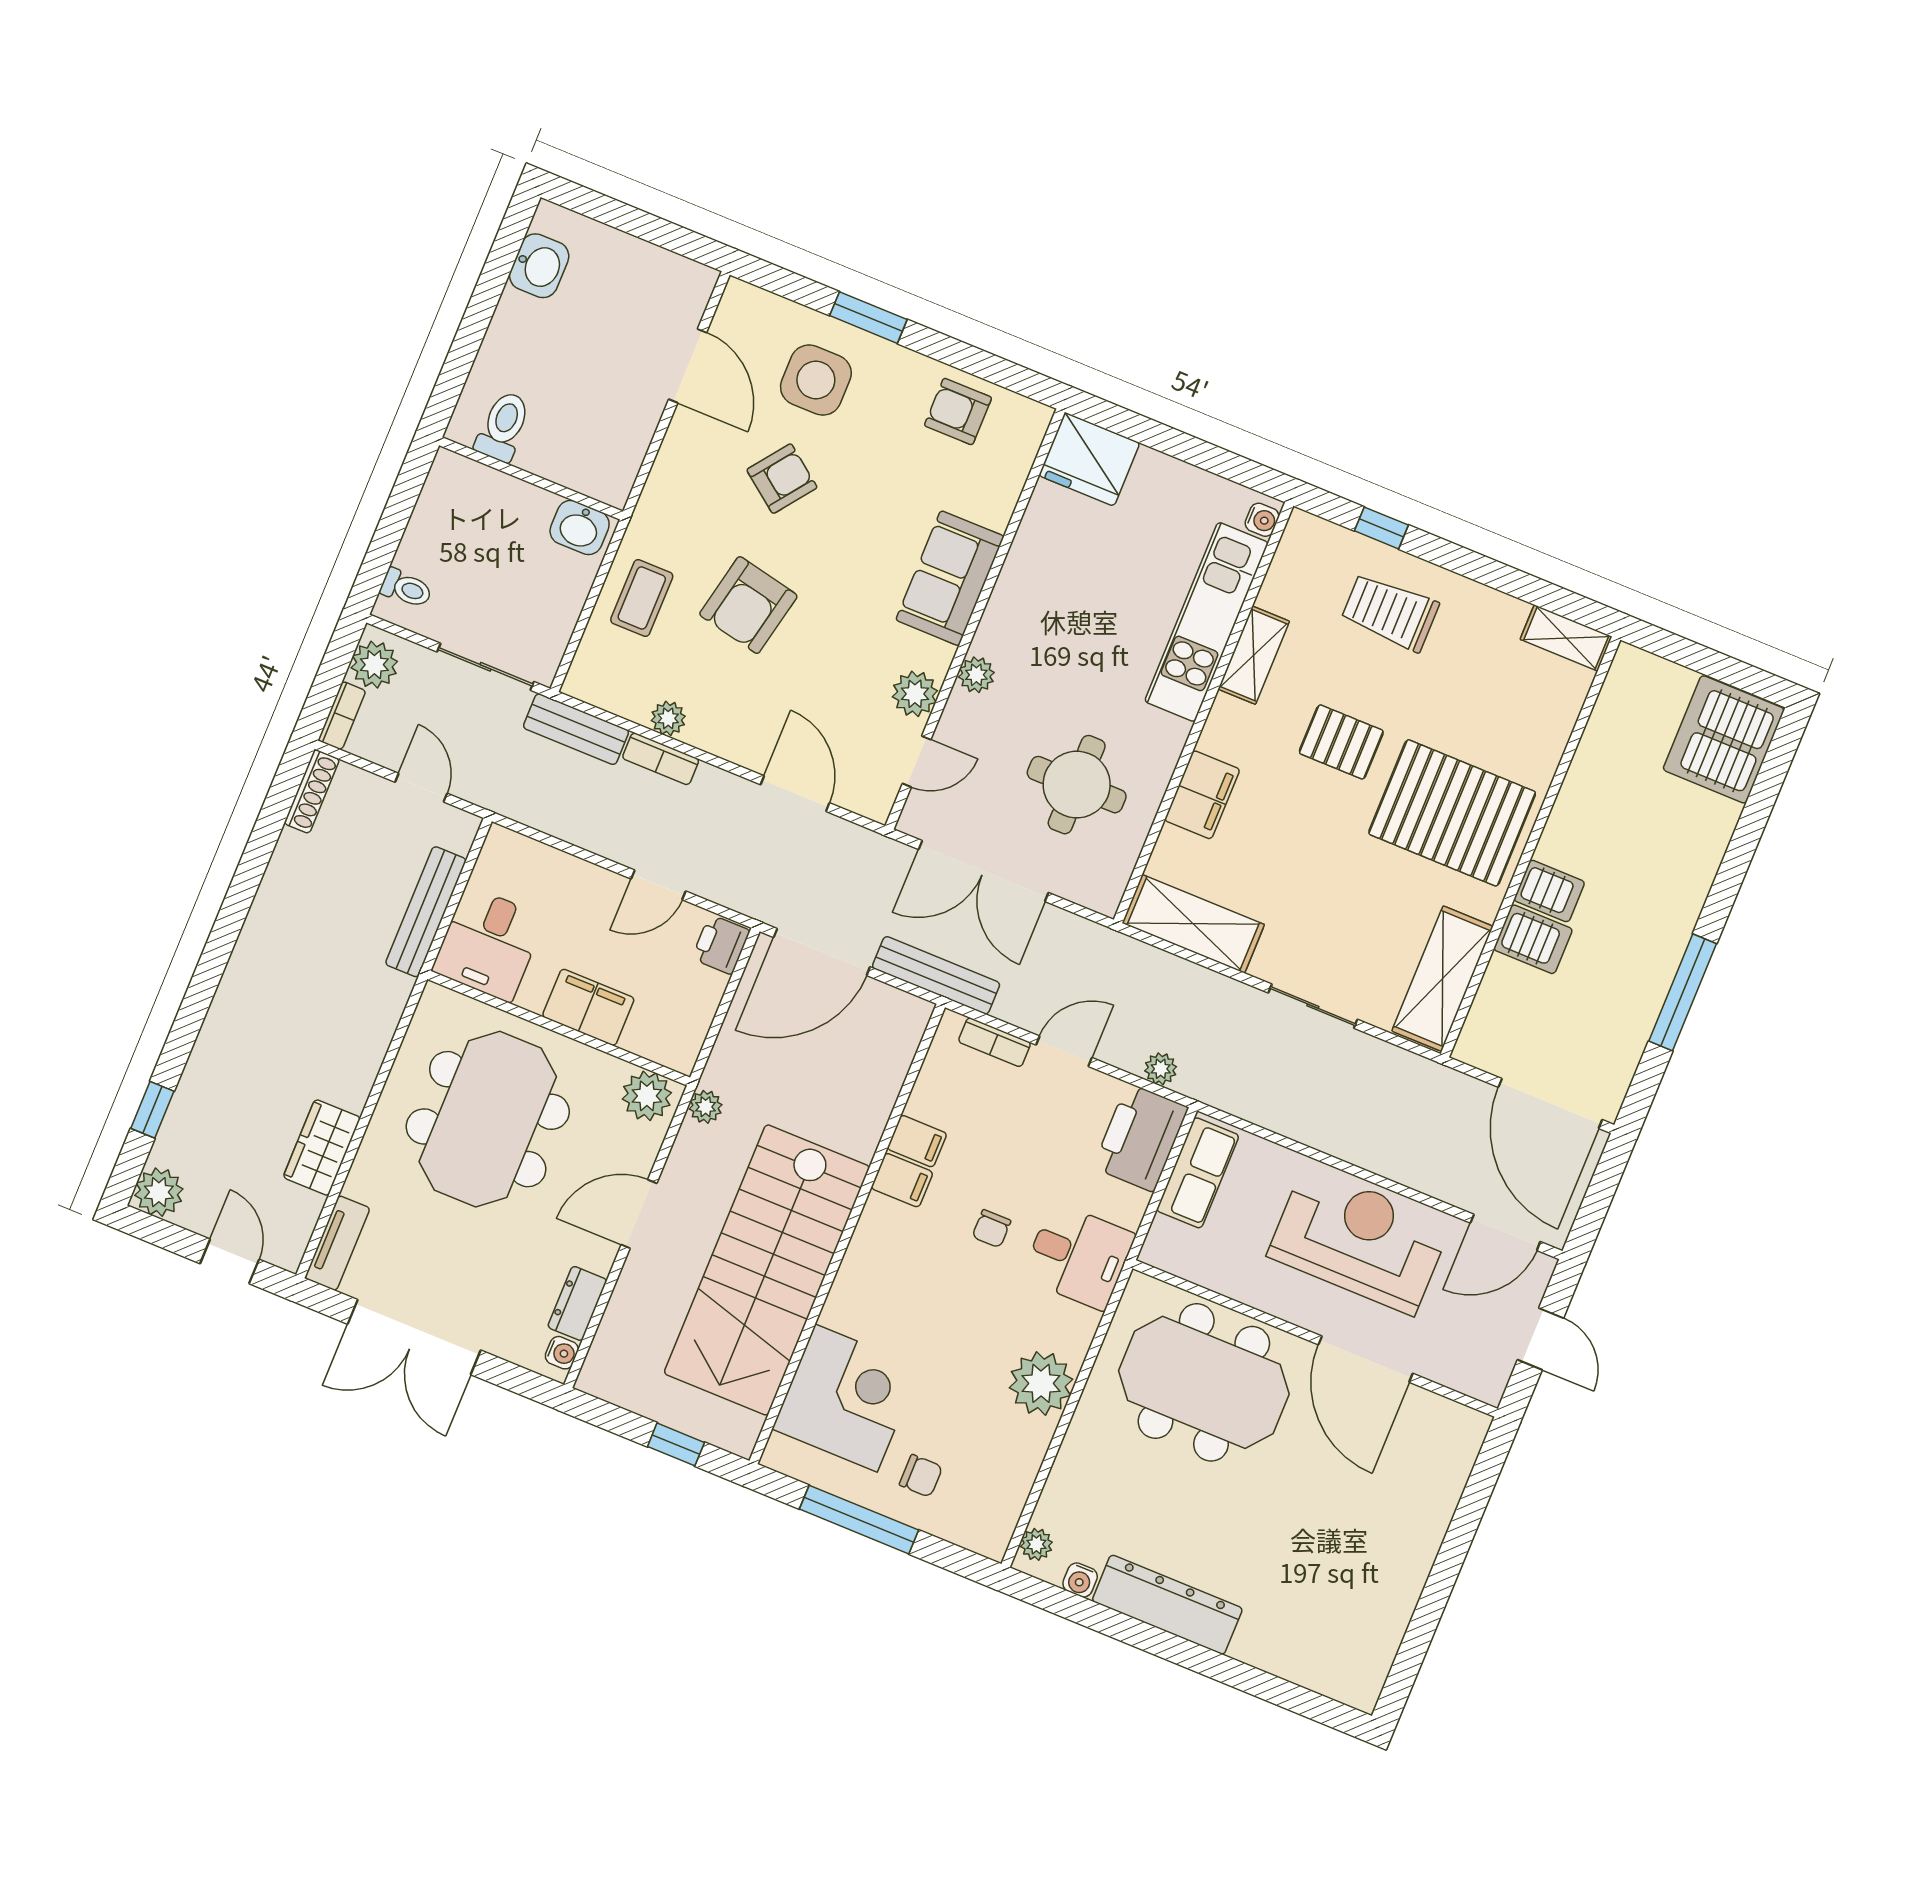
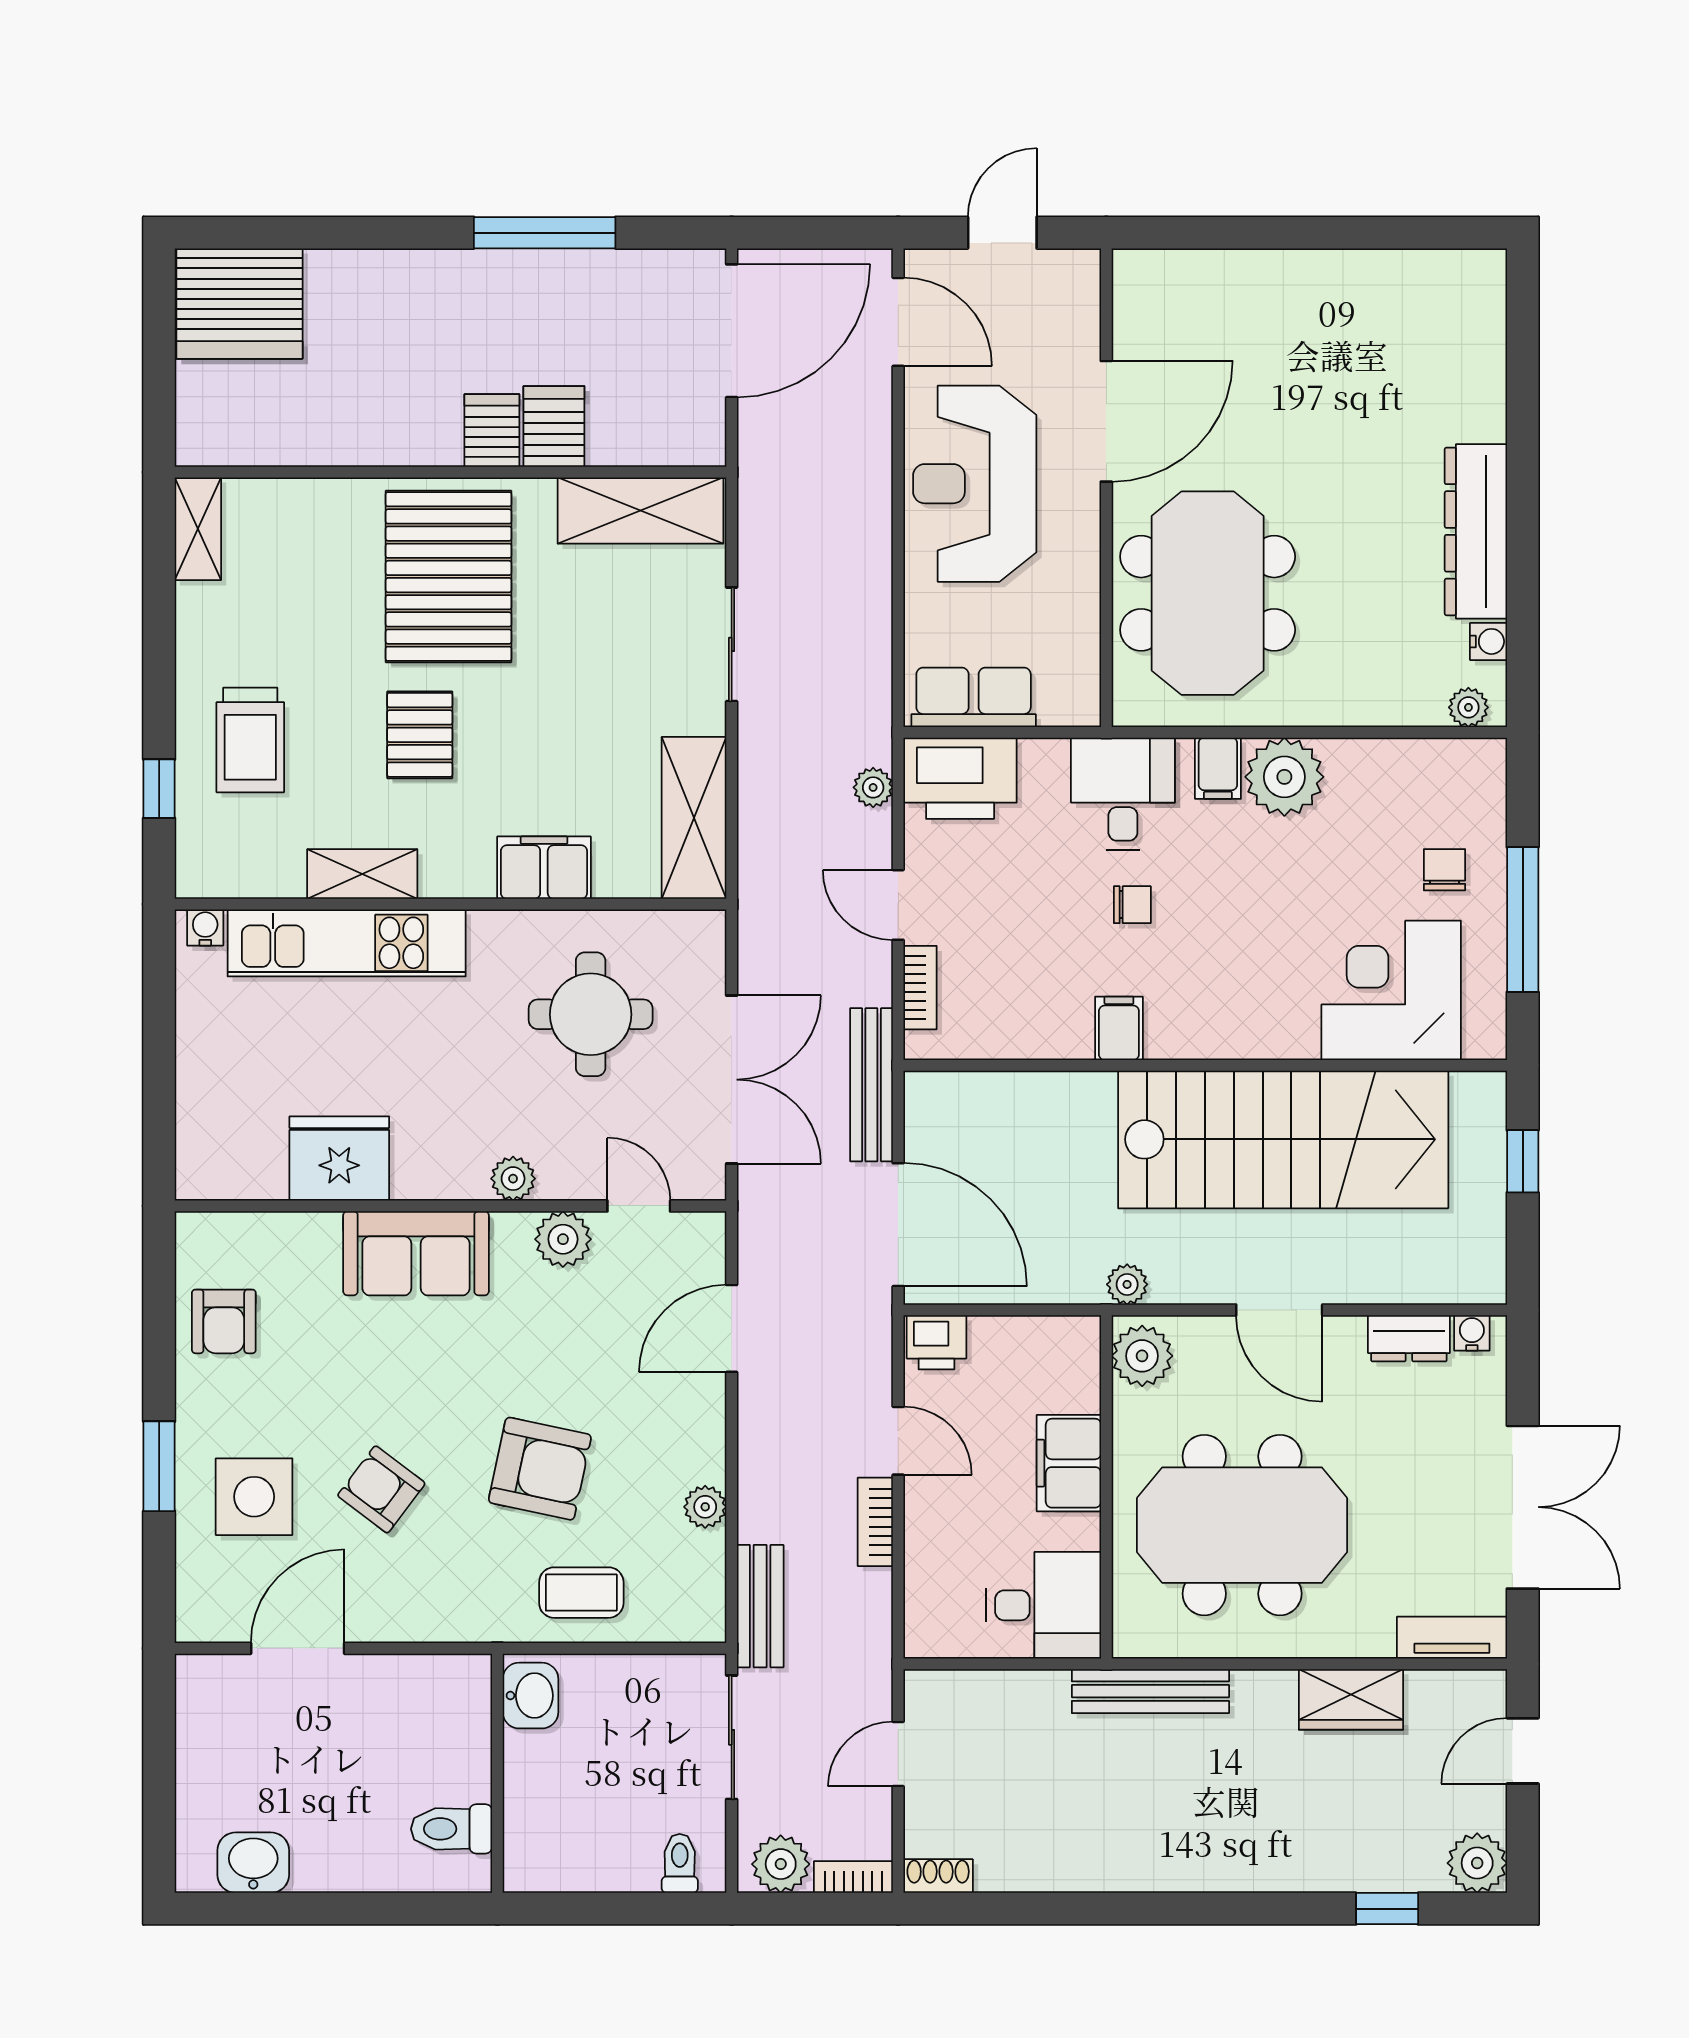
fridge: (1089, 459) -> (339, 1159), moved, turned -90
bookcase: (661, 759) -> (875, 1522), moved, turned 180
shoe rack: (312, 791) -> (938, 1876), width x0.70
bench: (426, 912) -> (1150, 1691), moved
filing cabinet: (917, 1141) -> (1218, 768), moved, turned 180

